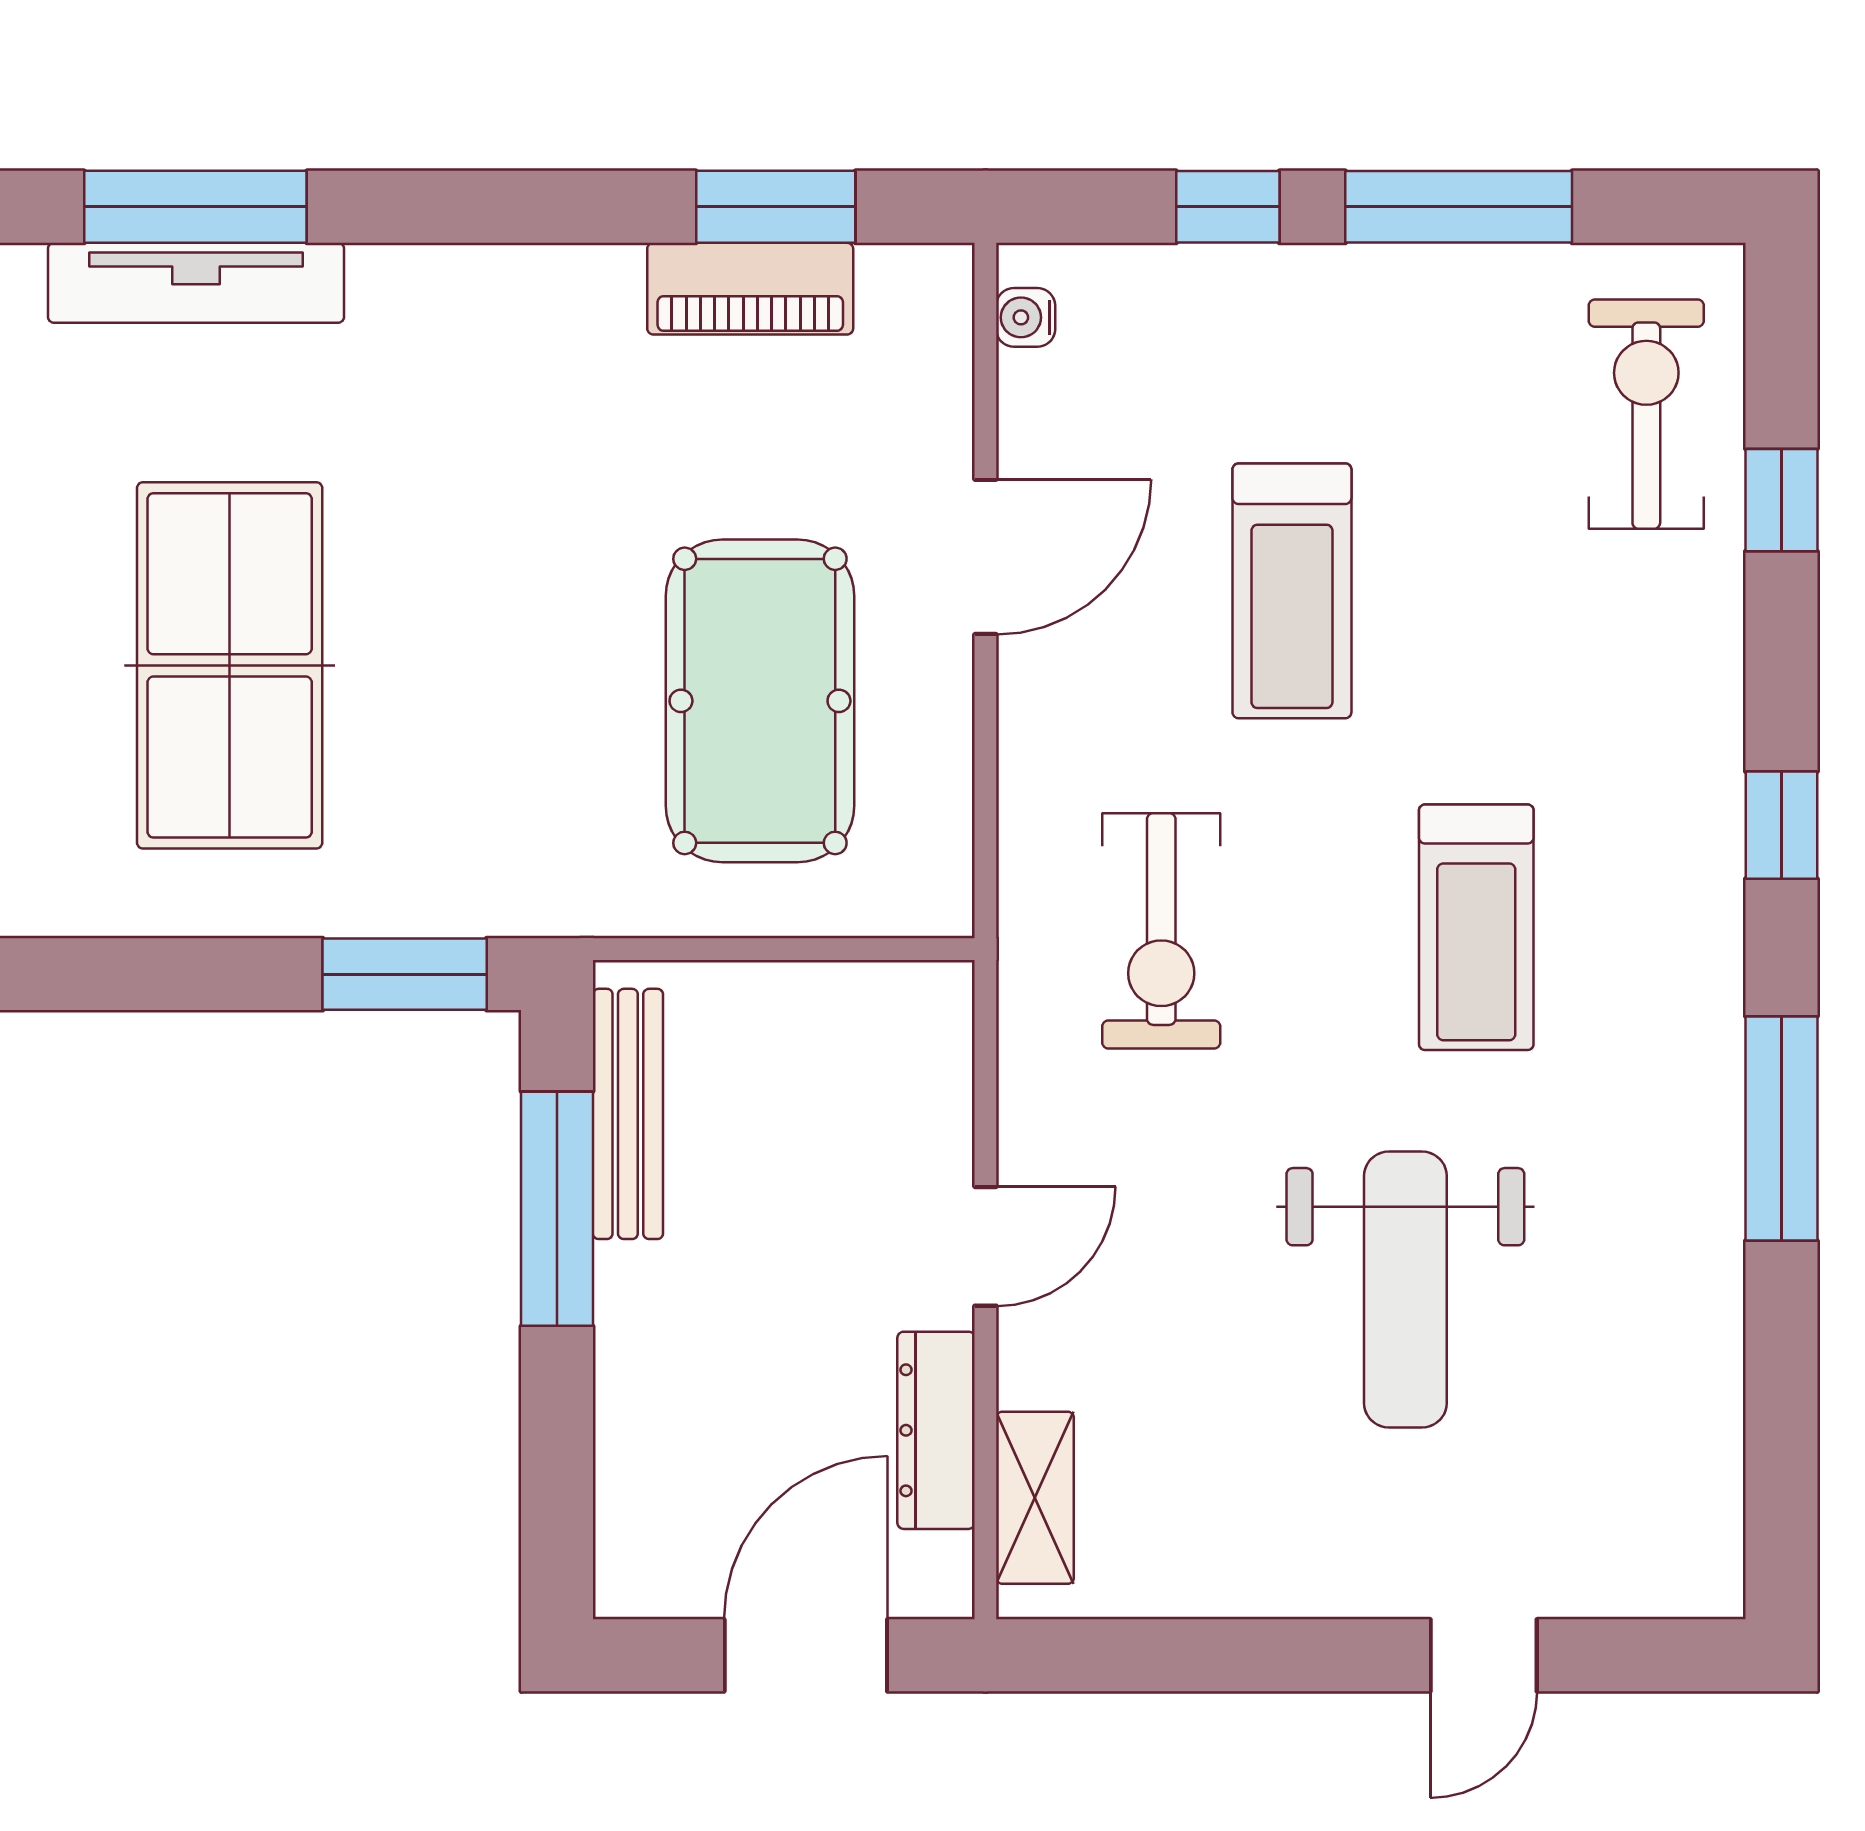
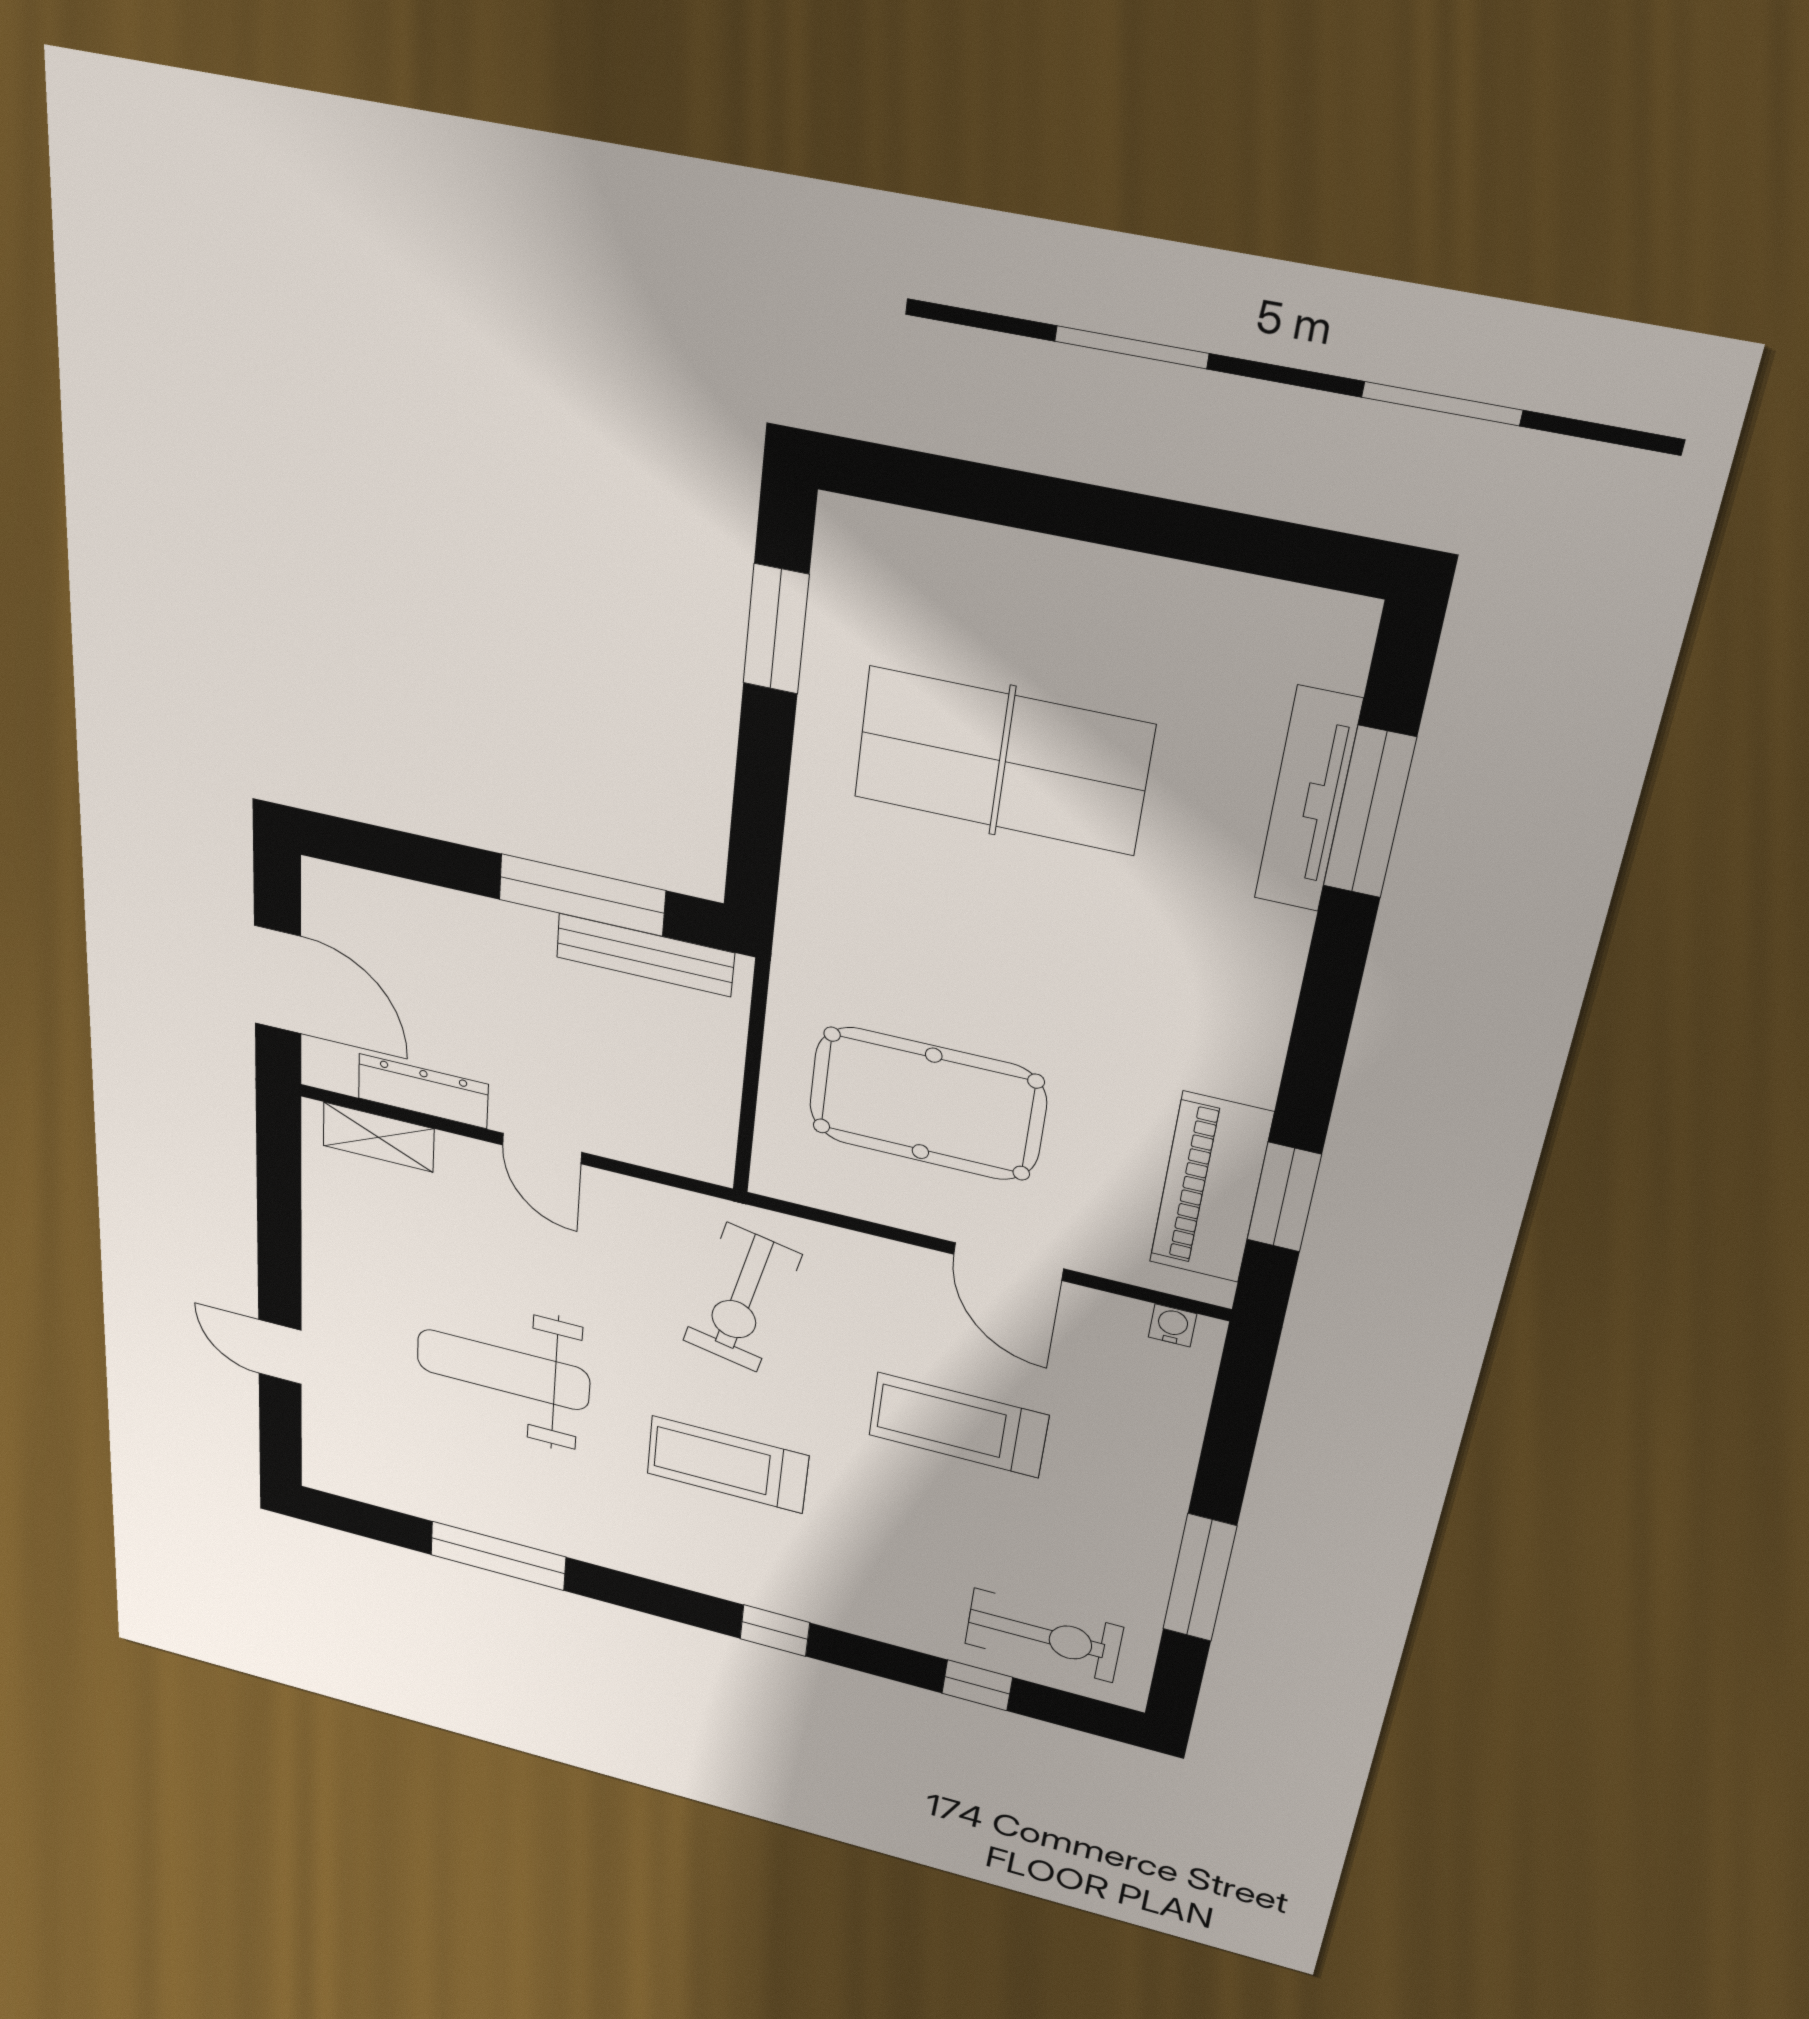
window: (1228, 207) -> (1226, 1457), removed
piano: (750, 289) -> (1211, 1188), width x1.37, depth x1.33
exercise bike: (1161, 931) -> (742, 1298), turned -78
window: (405, 974) -> (776, 629), moved
window: (1781, 1128) -> (498, 1556), moved

